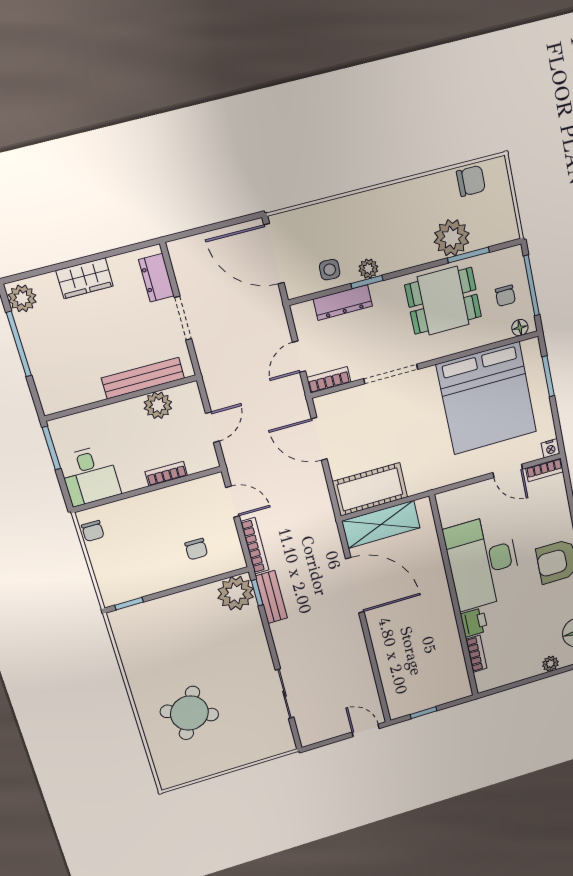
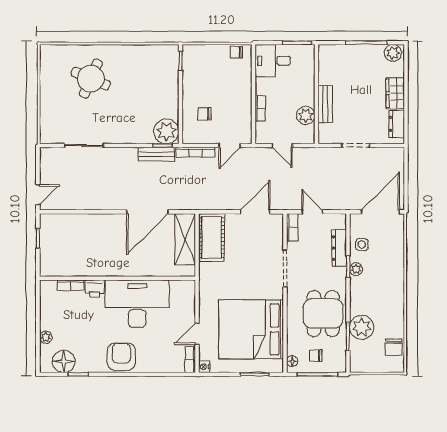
dresser: (156, 278) -> (397, 124), moved, turned -90
bench: (143, 378) -> (325, 104), width x0.73

